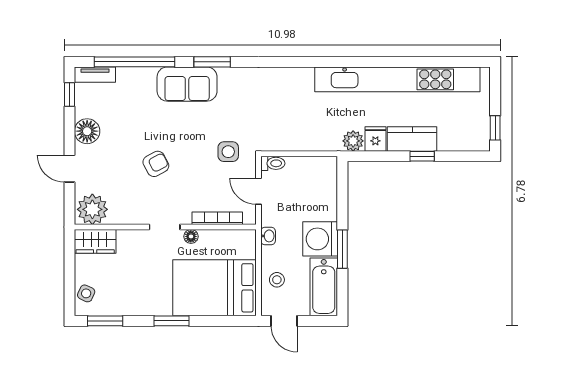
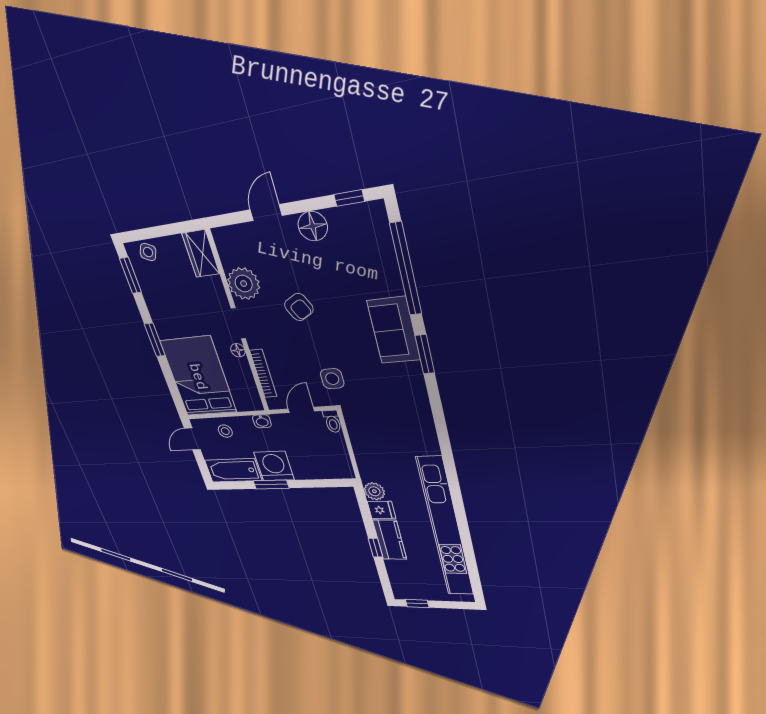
tv unit: (95, 75) -> (380, 225), removed
plant: (92, 209) -> (244, 284), moved

